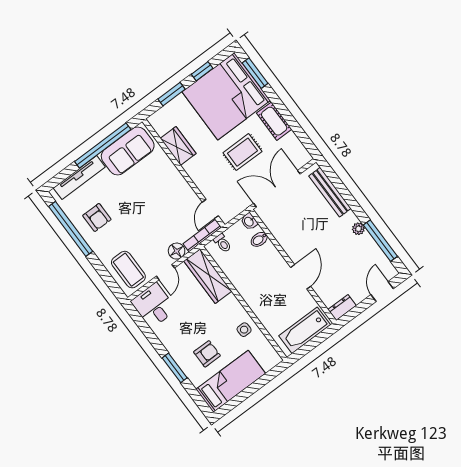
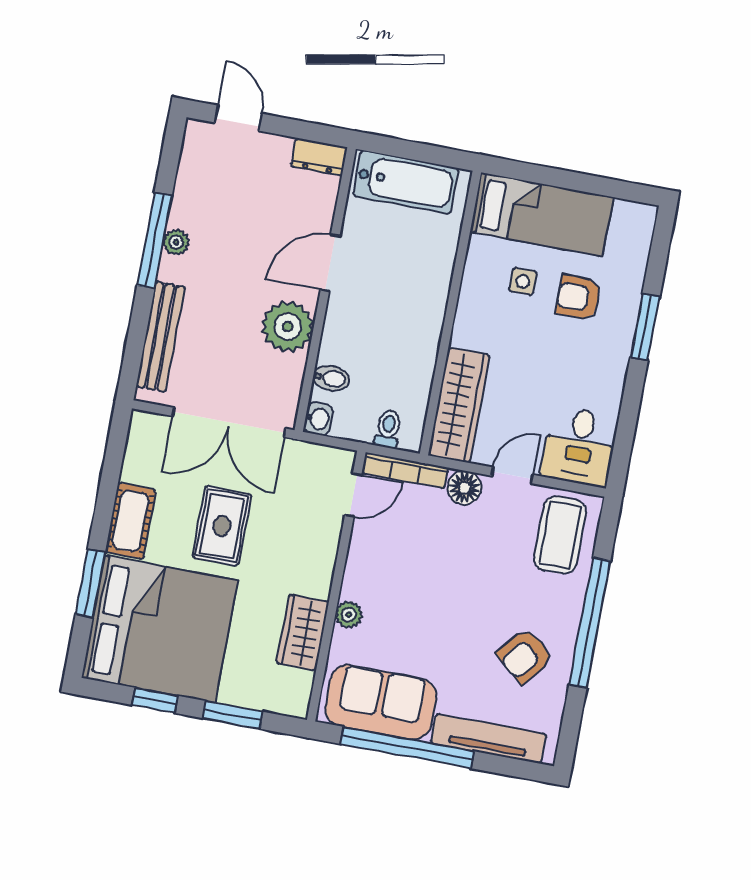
window: (255, 73) -> (90, 583), moved
rug: (242, 152) -> (222, 526), turned 90
plant: (169, 168) -> (349, 615), added
armchair: (97, 217) -> (525, 656), turned -140
window: (71, 229) -> (590, 623), moved
plant: (292, 241) -> (288, 327), added
window: (380, 241) -> (154, 241), moved
door: (382, 292) -> (239, 118), swing flipped
side table: (244, 330) -> (523, 281), moved
bed: (231, 381) -> (542, 214), moved, turned 180

